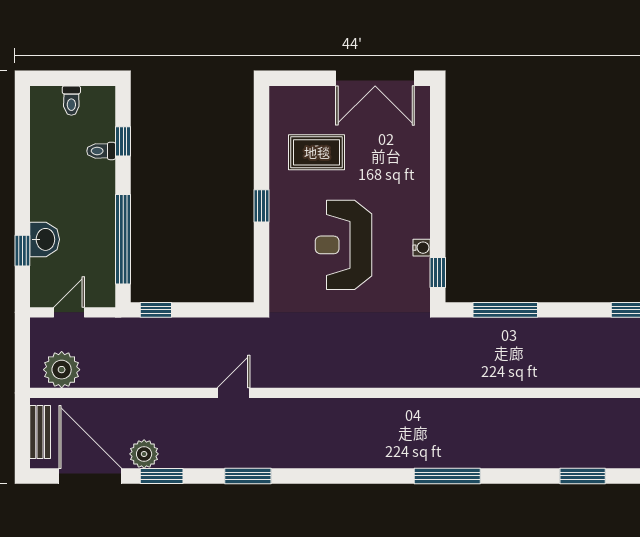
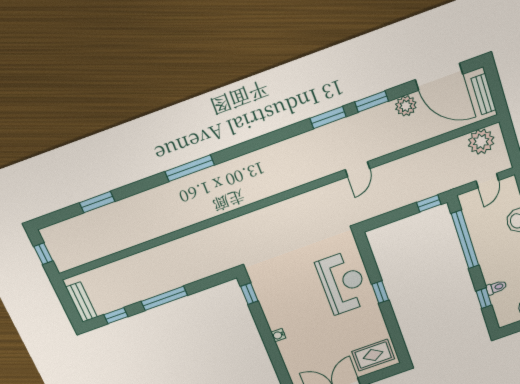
rug: (317, 152) -> (373, 355), moved
reception desk: (343, 245) -> (343, 283), moved
water cooler: (422, 248) -> (278, 335), moved
window: (505, 310) -> (164, 298), moved
window: (162, 476) -> (372, 102), moved

